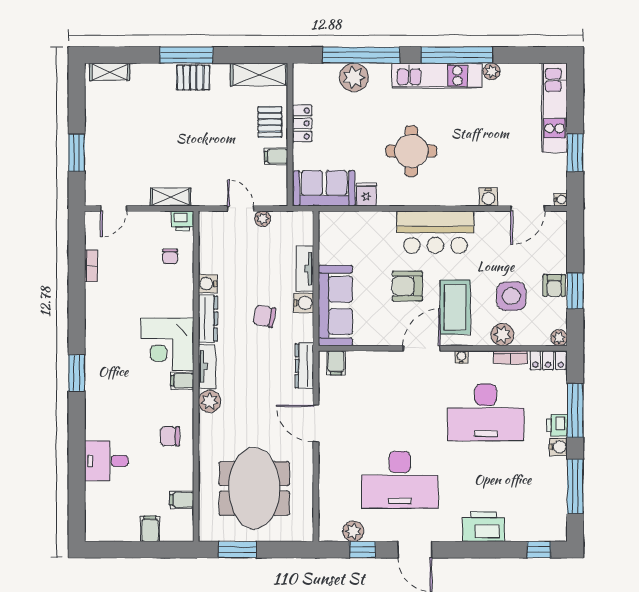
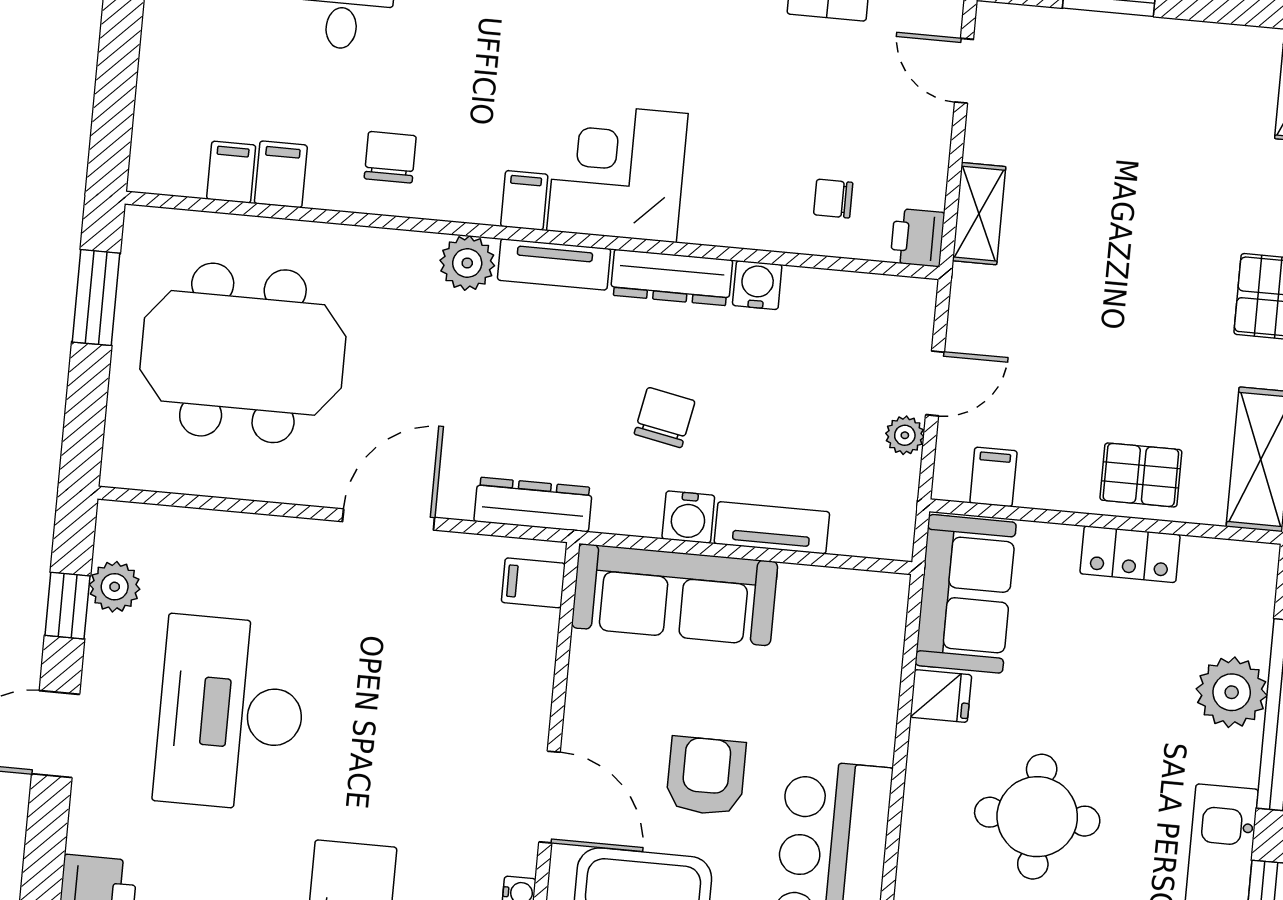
filing cabinet: (276, 156) -> (993, 477), moved
filing cabinet: (150, 529) -> (281, 174), moved, turned -90

